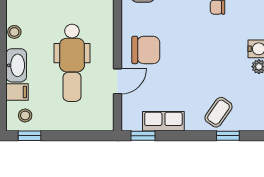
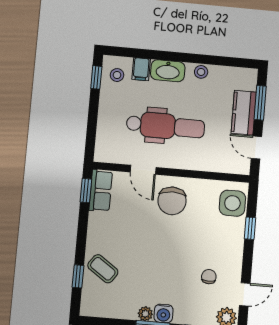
dental chair: (72, 63) -> (165, 126), turned 180
row of seats: (163, 121) -> (101, 191), moved

